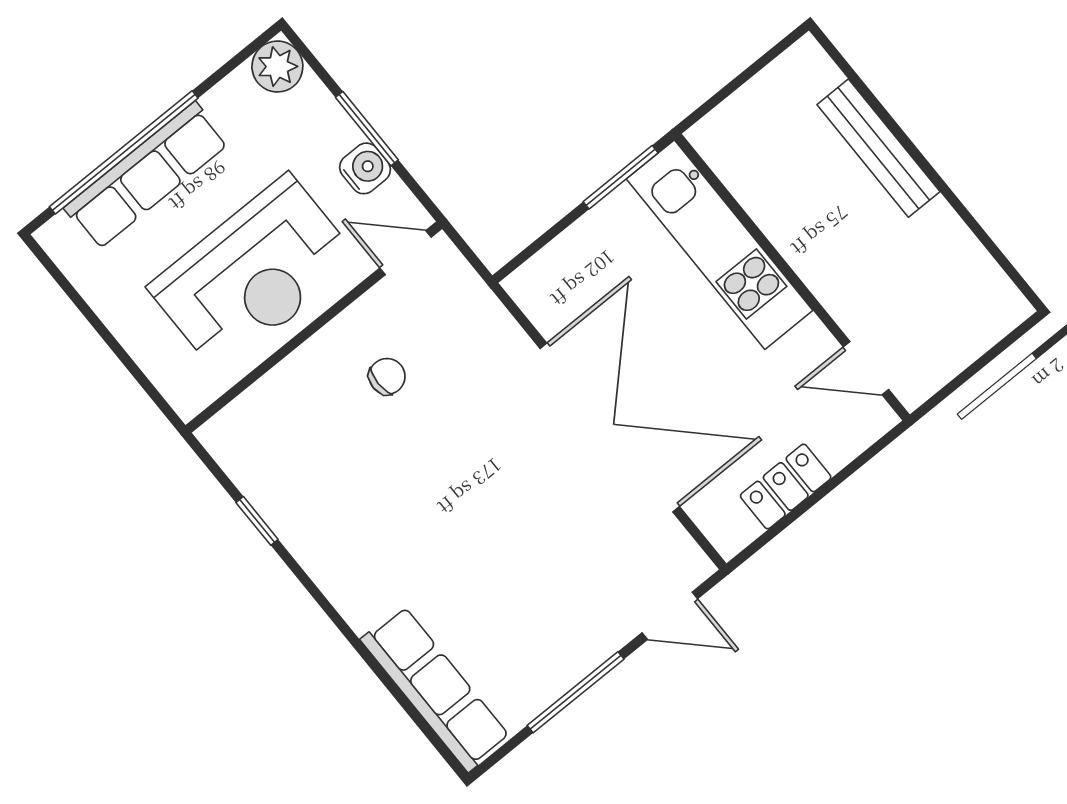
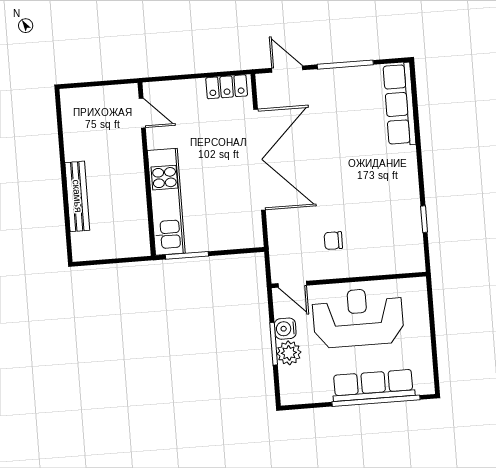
plant: (277, 67) -> (289, 353), moved
double door: (610, 428) -> (259, 160), swing flipped
locker: (786, 487) -> (227, 87), moved

